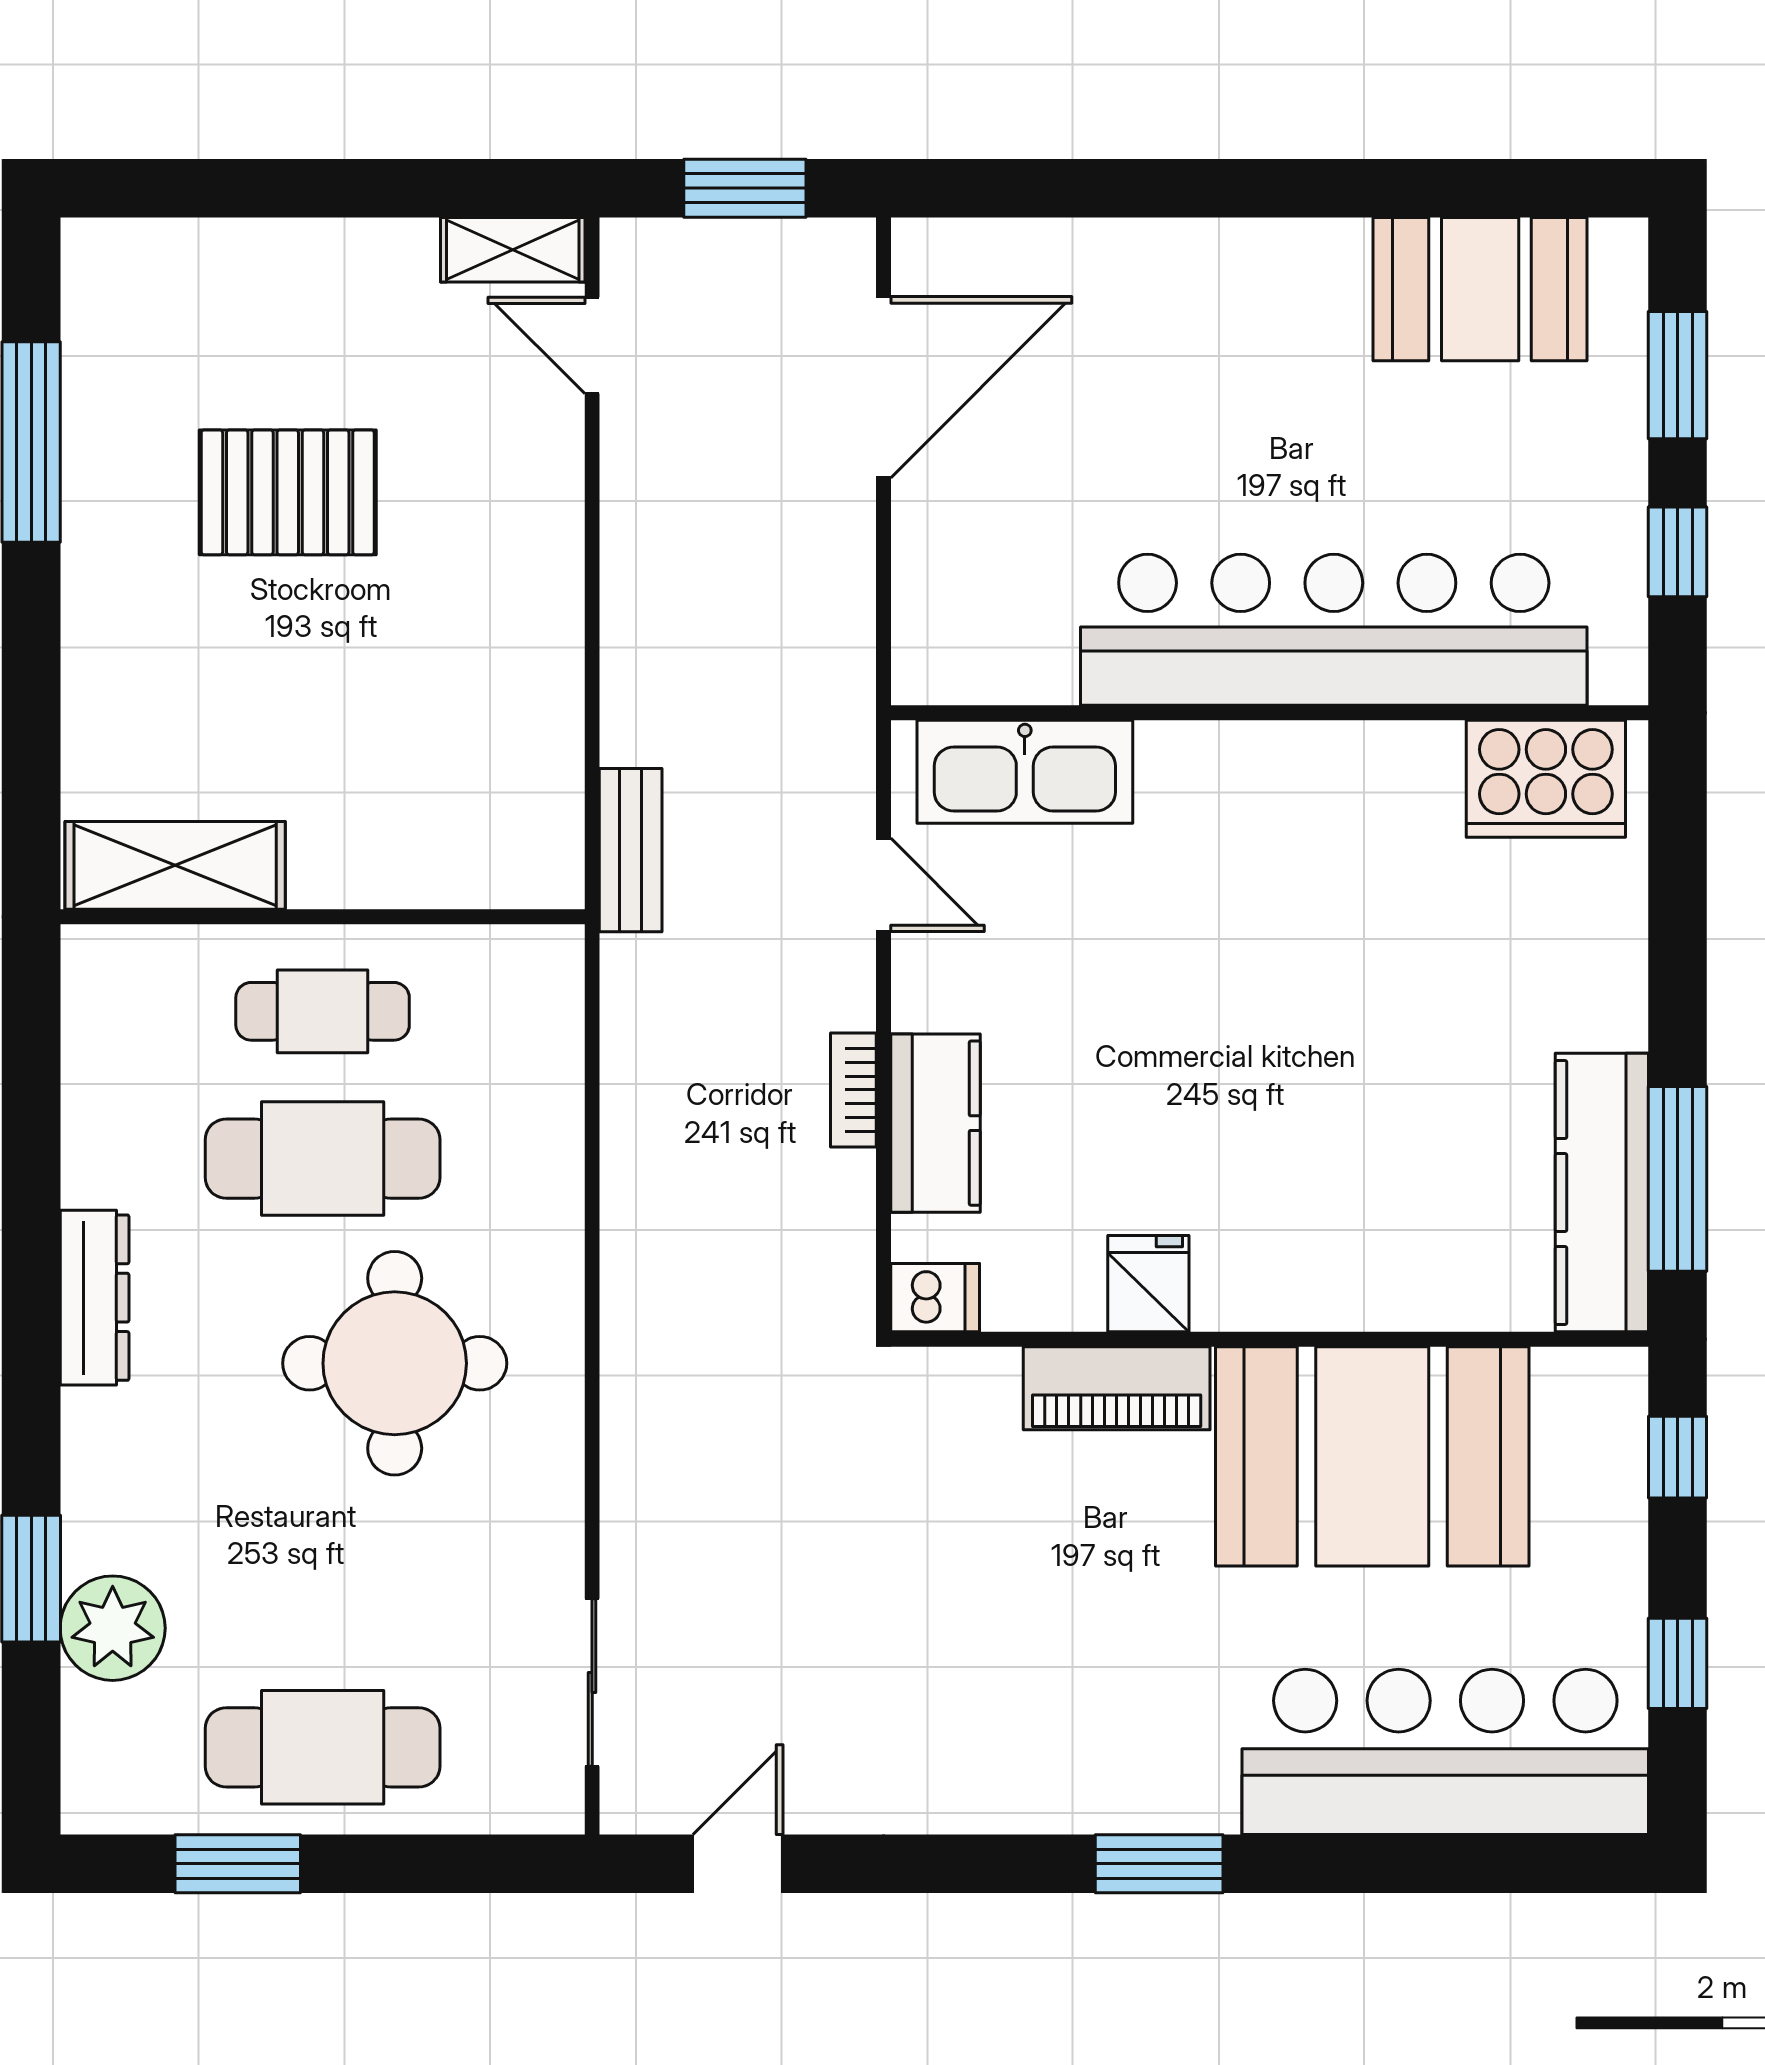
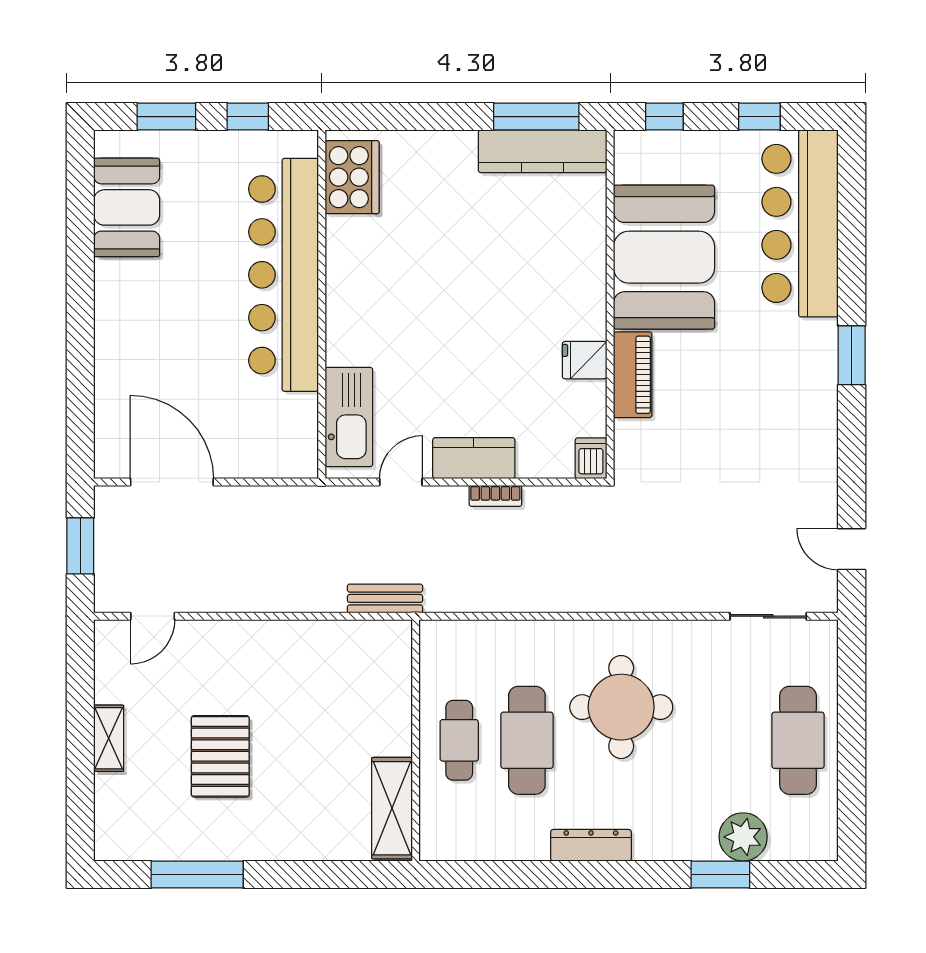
shelving: (513, 250) -> (109, 738), moved
kitchen counter: (935, 1123) -> (474, 458), moved
window: (238, 1864) -> (852, 779), removed

